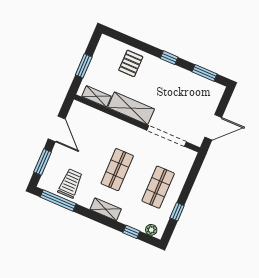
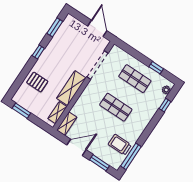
window: (84, 66) -> (21, 111), moved
shelving: (106, 209) -> (67, 124), moved

